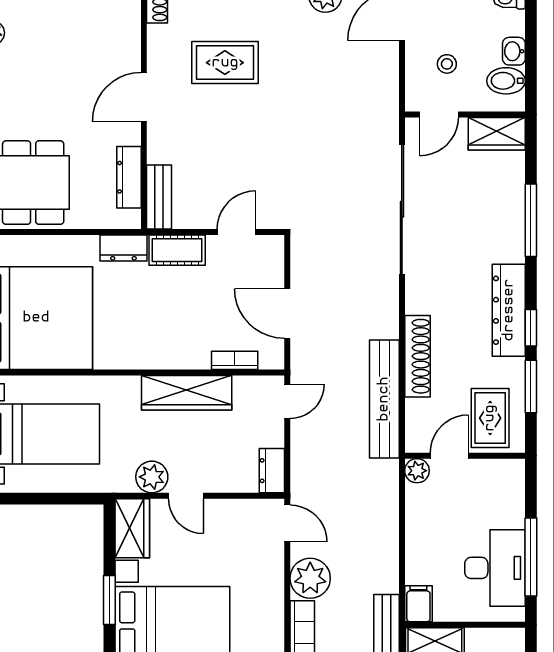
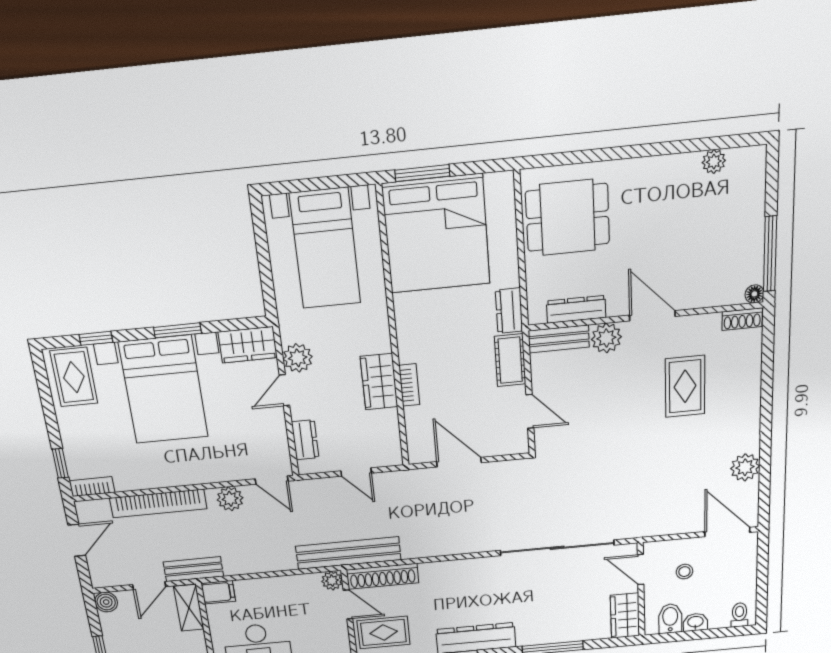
plant: (163, 146) -> (606, 338), added
door: (287, 313) -> (459, 462), hinge flipped
shoe rack: (417, 356) -> (383, 576), moved
bookcase: (235, 360) -> (409, 385), moved
wardrobe: (187, 393) -> (379, 382), width x0.67
bench: (384, 399) -> (348, 553), moved
door: (287, 401) -> (356, 472), moved
dresser: (272, 471) -> (305, 440), moved, turned 90
door: (287, 523) -> (272, 480), hinge flipped
plant: (310, 578) -> (230, 499), width x0.73, depth x0.73

